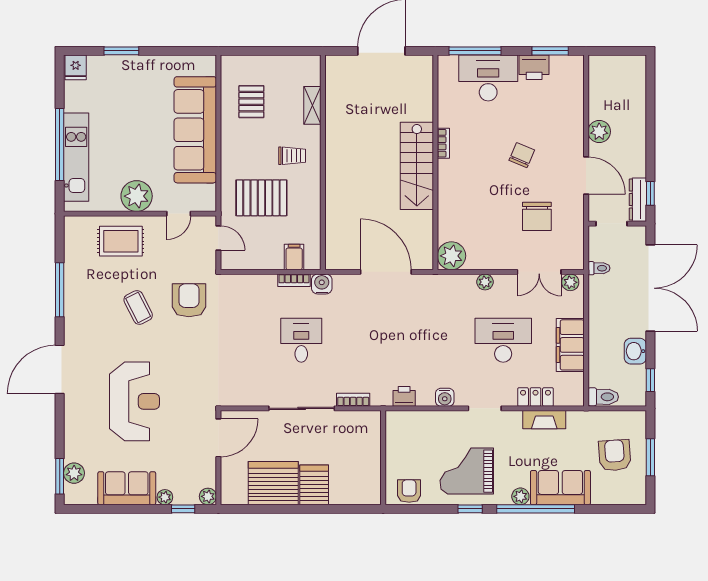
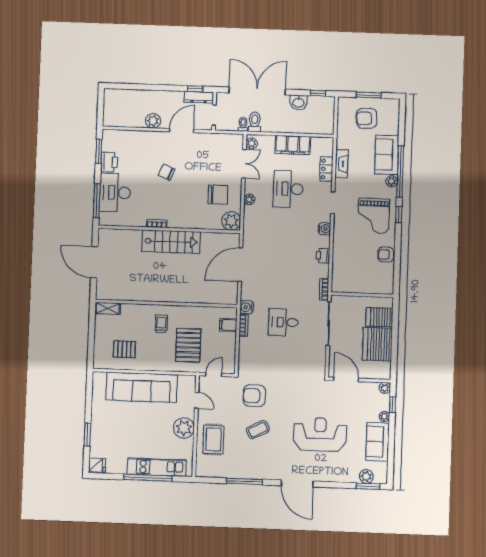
shelving: (312, 105) -> (108, 308), moved
chair: (537, 216) -> (218, 195), moved
toilet: (603, 397) -> (255, 122), moved
wall: (383, 458) -> (362, 295), moved

